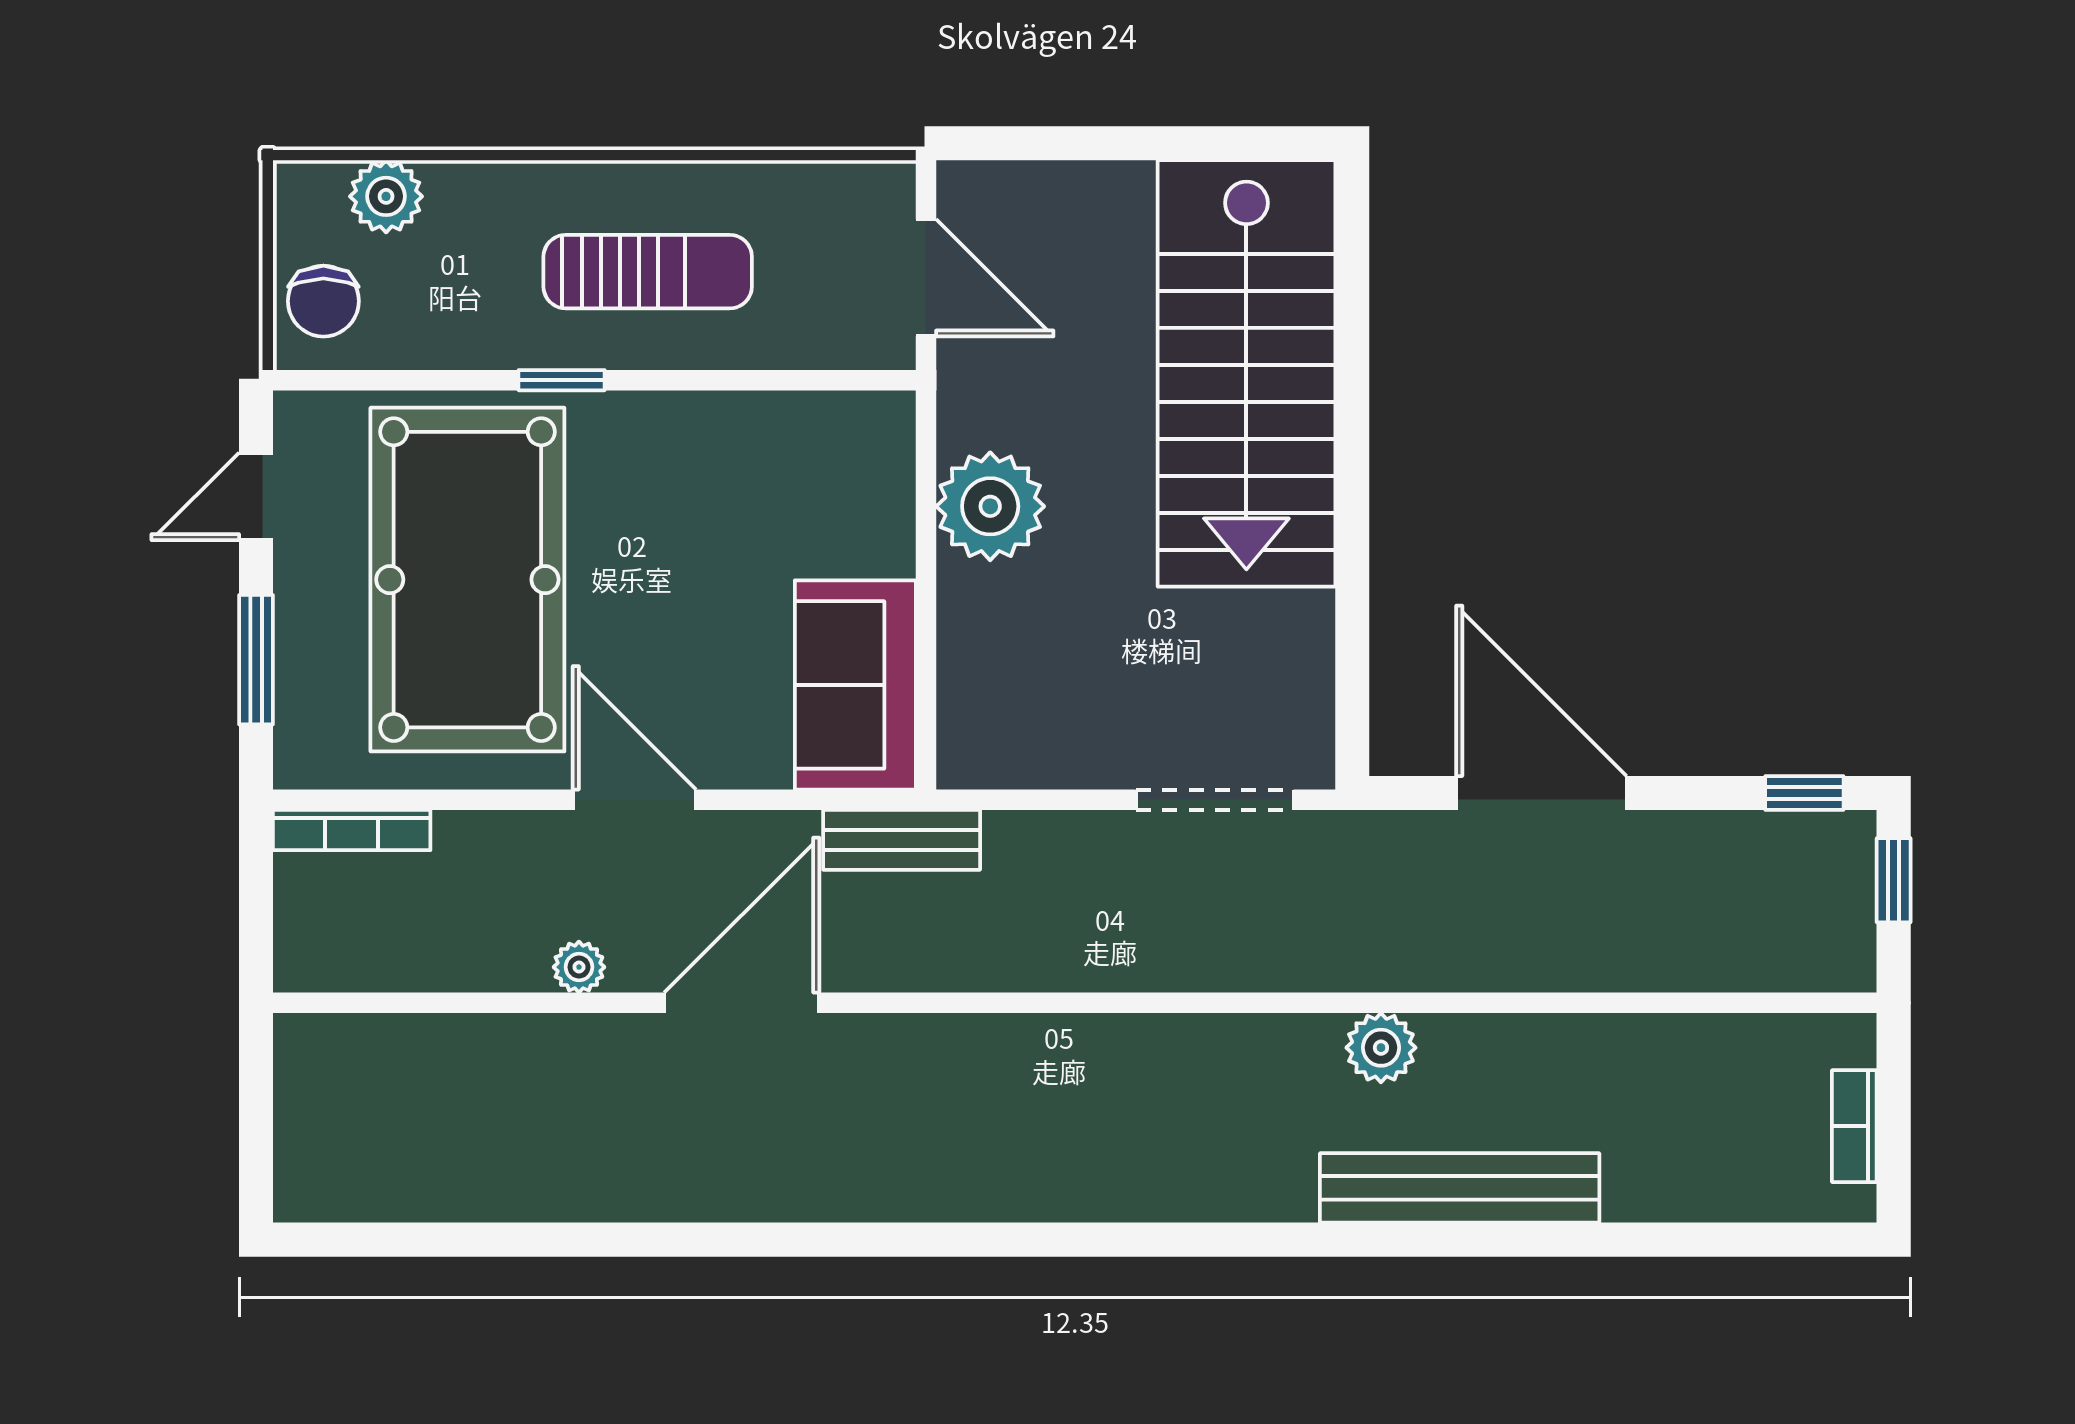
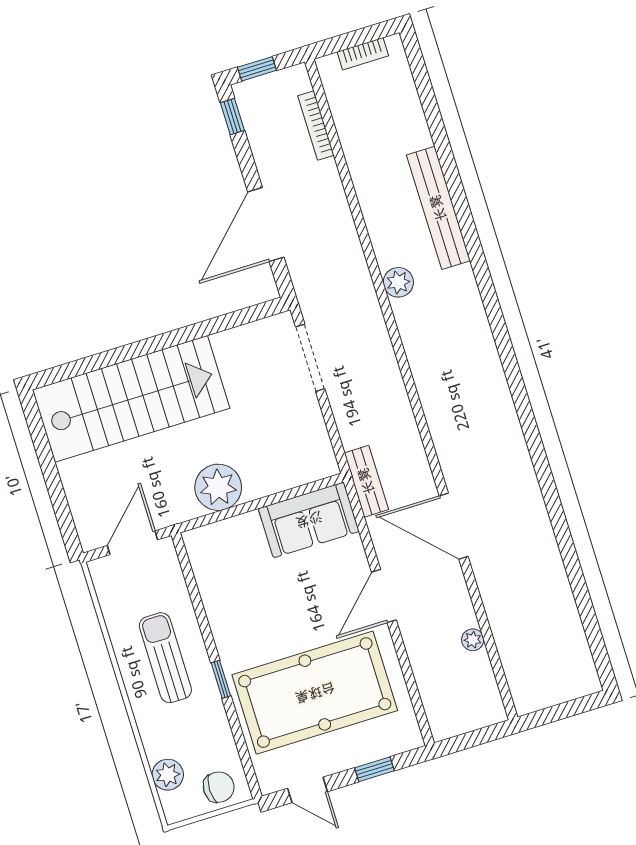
window: (256, 660) -> (374, 769), width x0.67
bookcase: (352, 830) -> (316, 125), moved, turned 180
plant: (579, 967) -> (473, 640), moved
plant: (1381, 1048) -> (398, 282), moved

